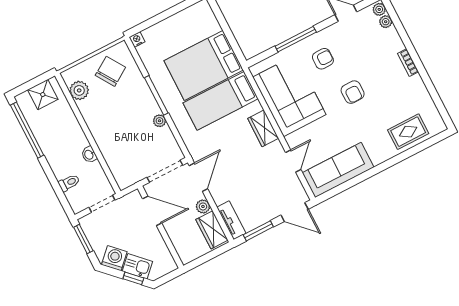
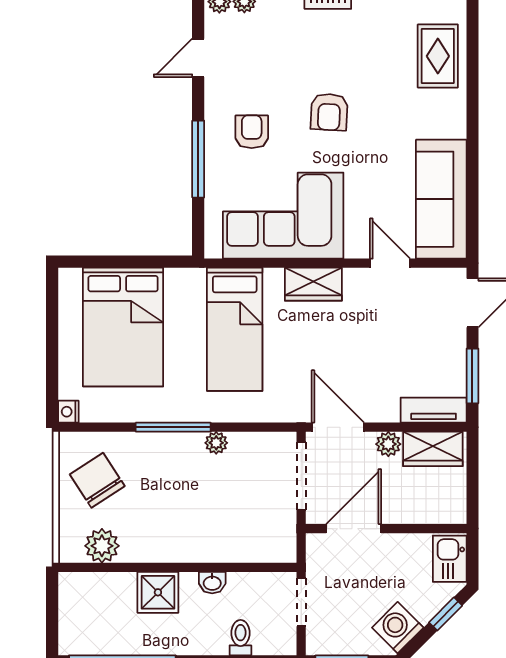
bed: (204, 65) -> (123, 327), moved
armchair: (353, 92) -> (329, 112), turned 93
shower: (43, 95) -> (158, 592), moved
kitchen sink: (137, 266) -> (450, 559), moved, turned -45

